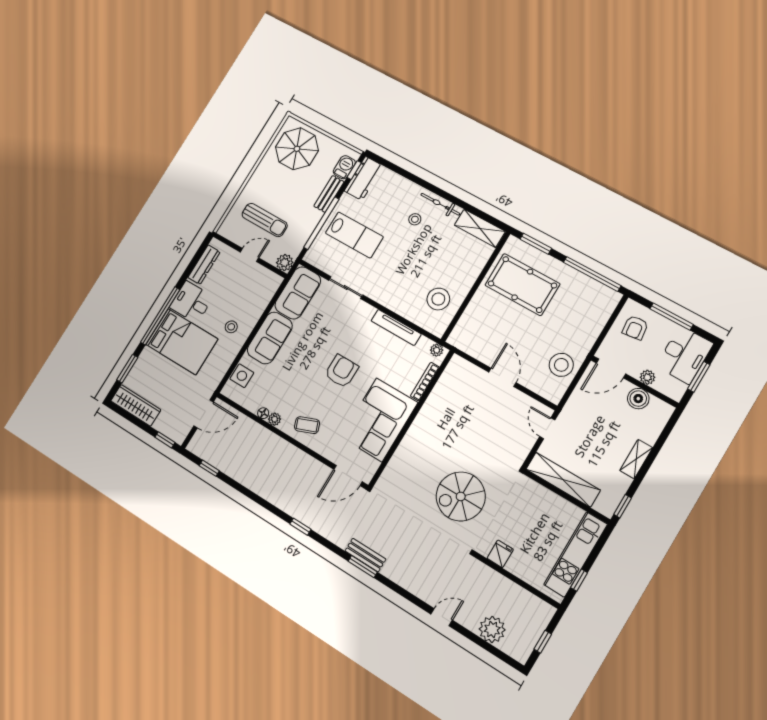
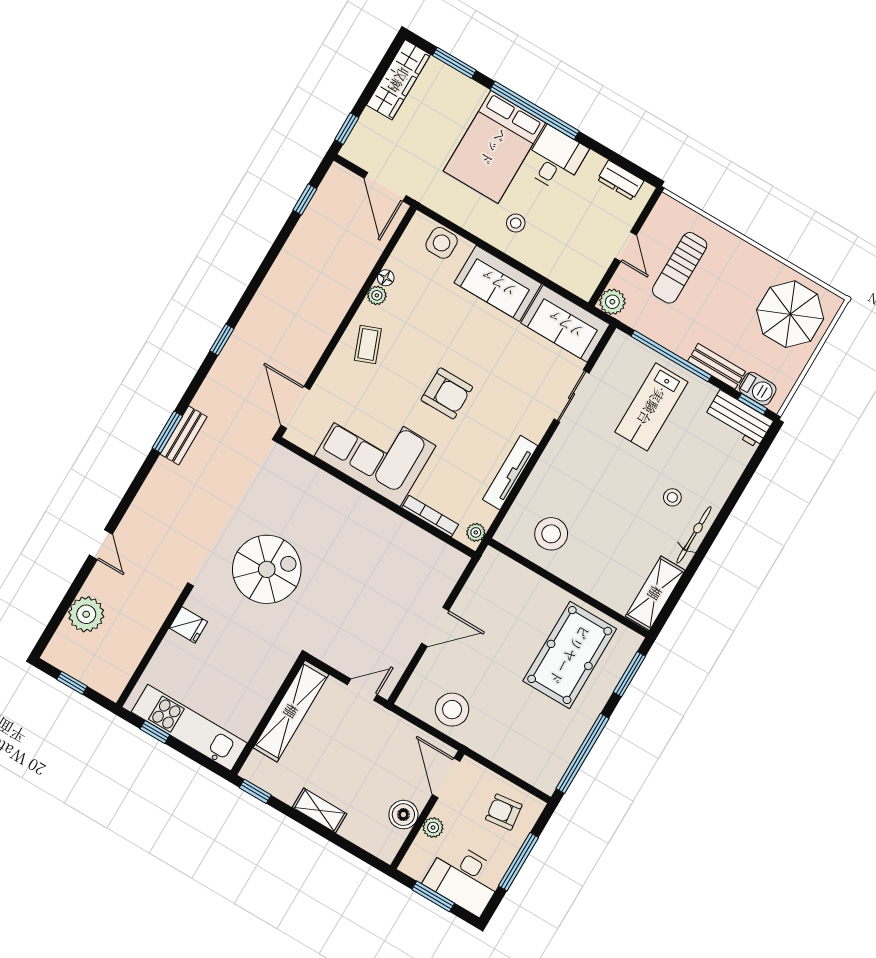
dresser: (204, 265) -> (620, 180), width x0.70
spiral stairs: (461, 496) -> (267, 569), turned 90

